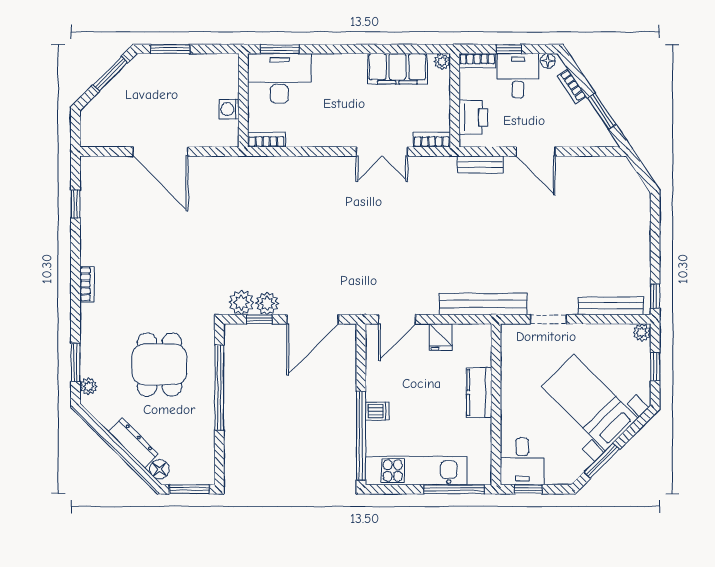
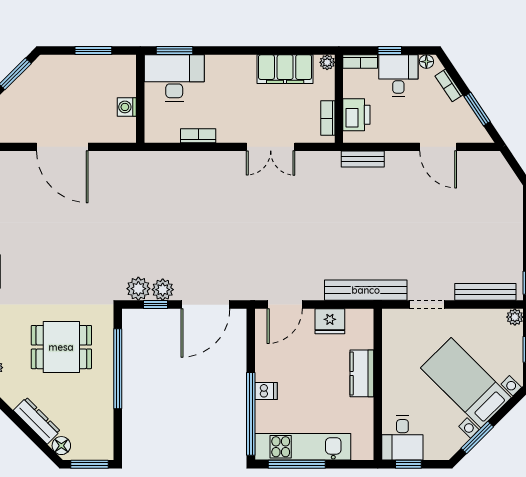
window: (170, 49) -> (93, 51), moved
bookcase: (266, 140) -> (198, 136), moved
bookcase: (432, 140) -> (328, 118), moved, turned -90
door: (536, 152) -> (438, 147), moved
fridge: (441, 337) -> (330, 321), width x1.38
dining table: (159, 364) -> (61, 347), turned 90
window: (454, 489) -> (297, 464), moved

